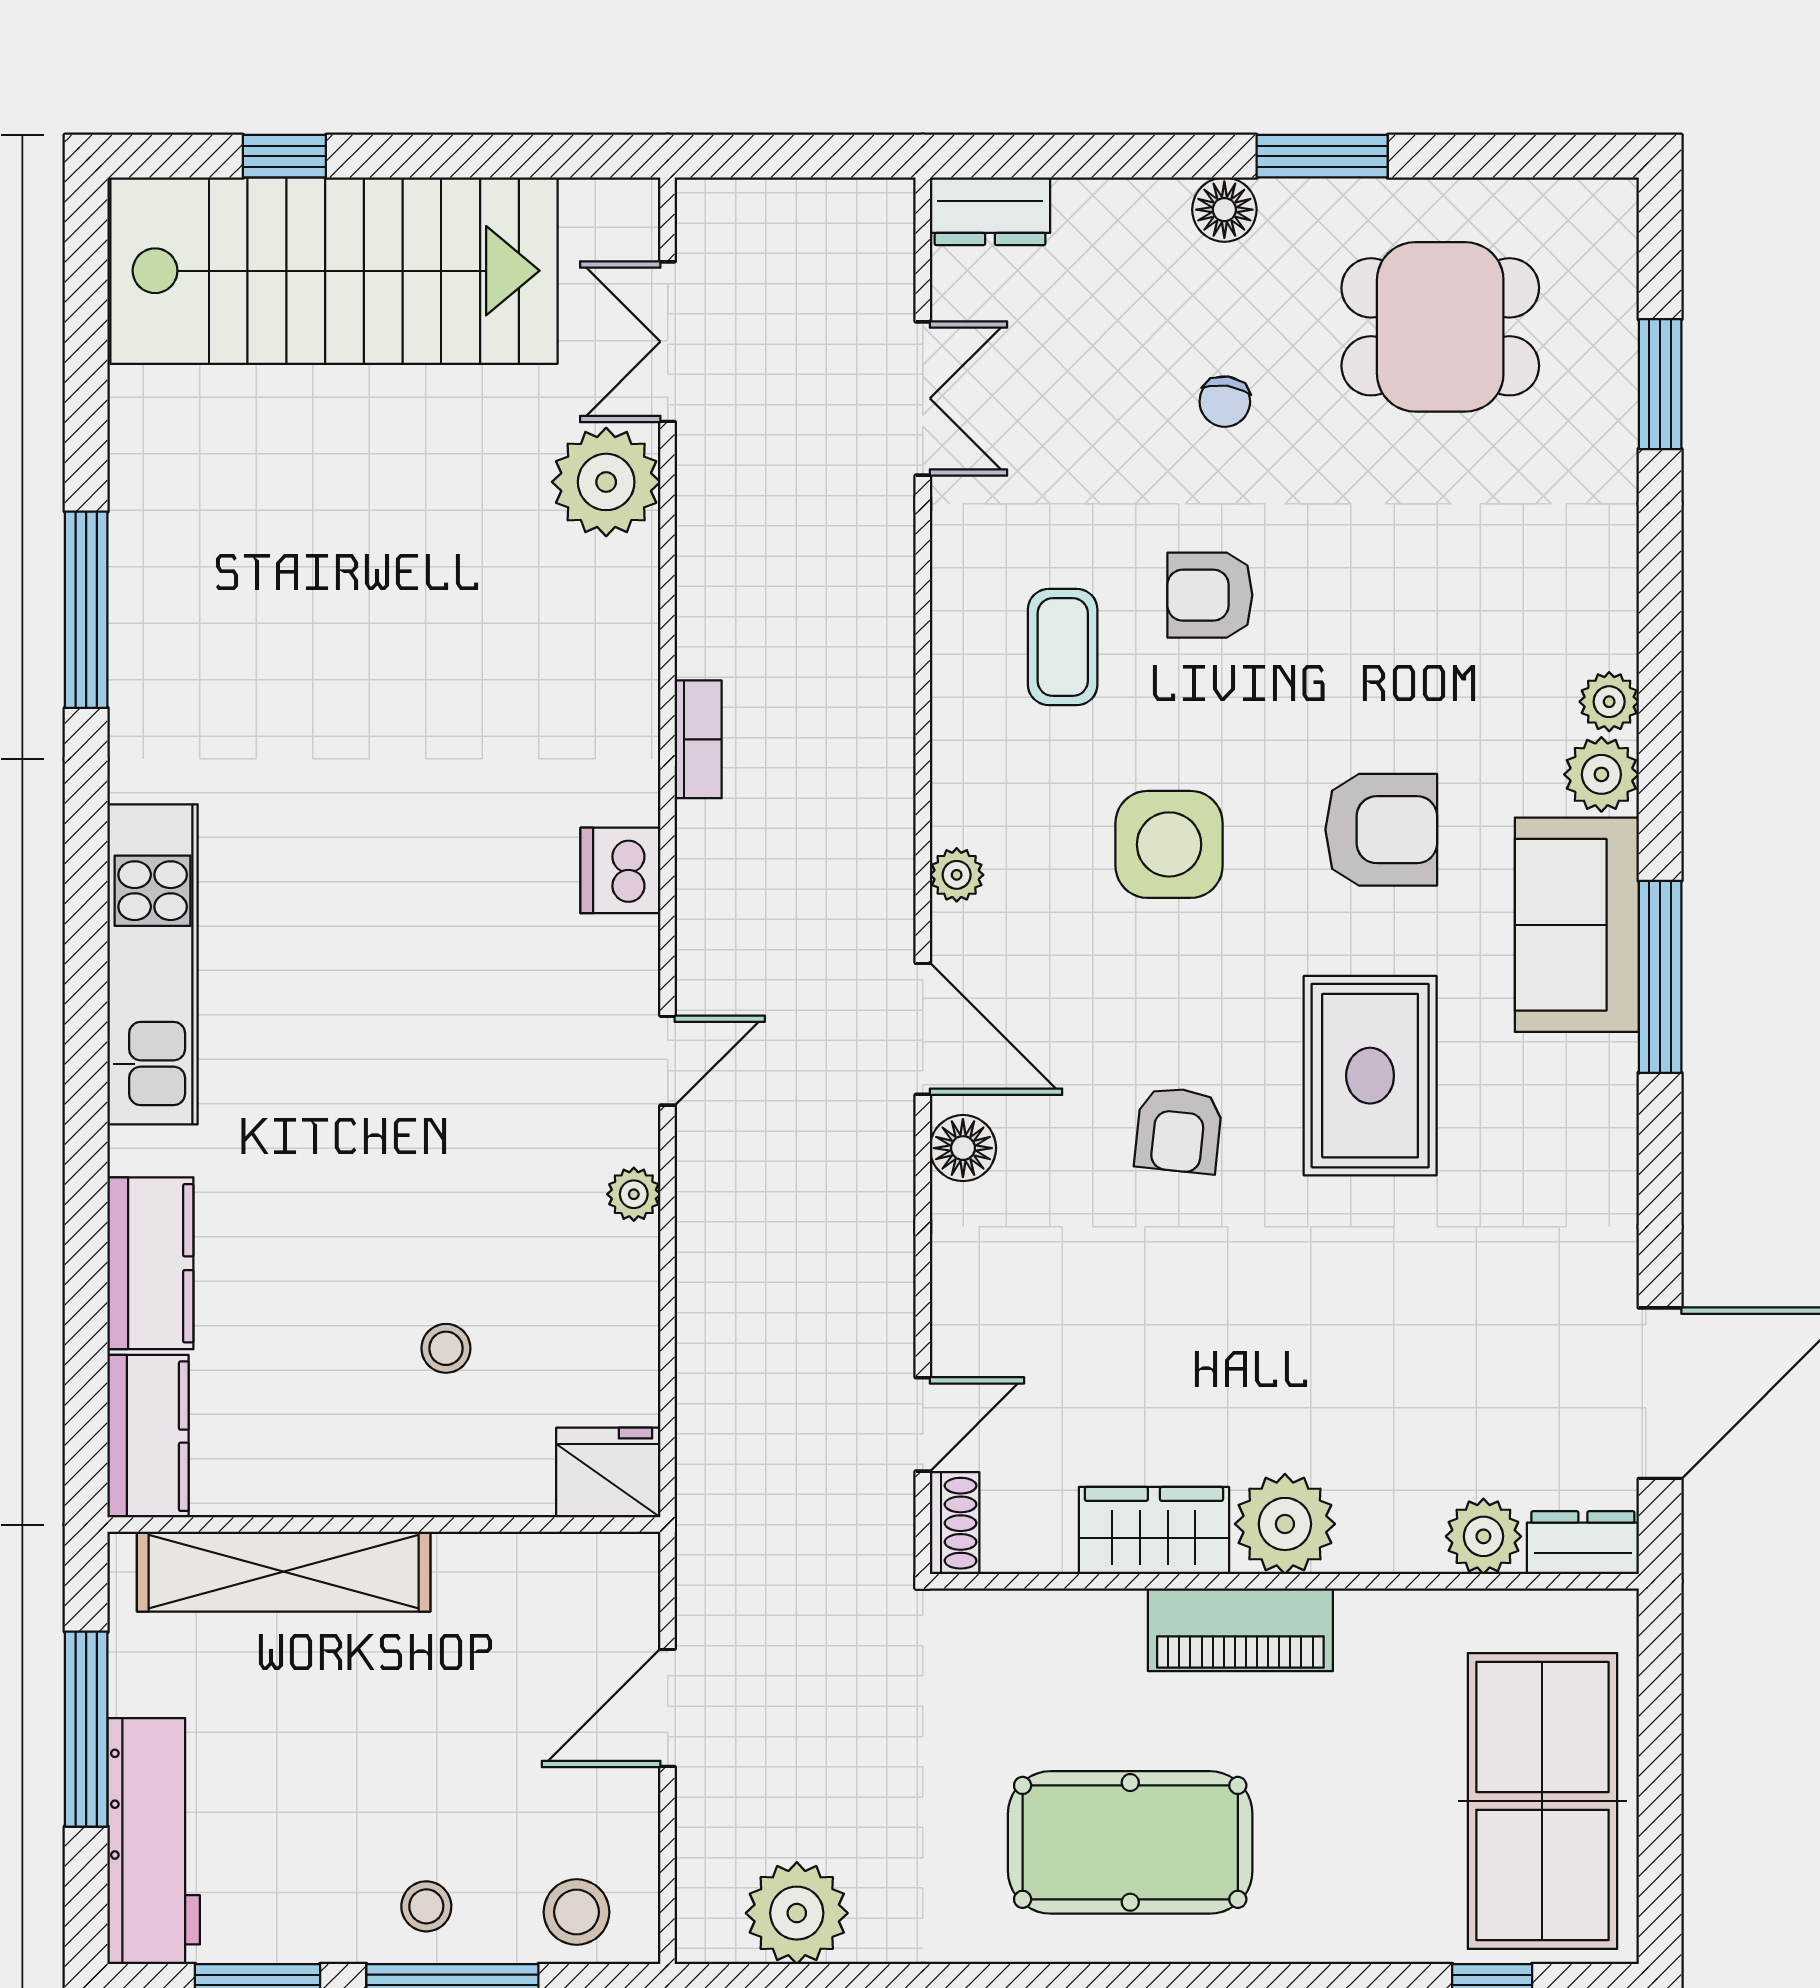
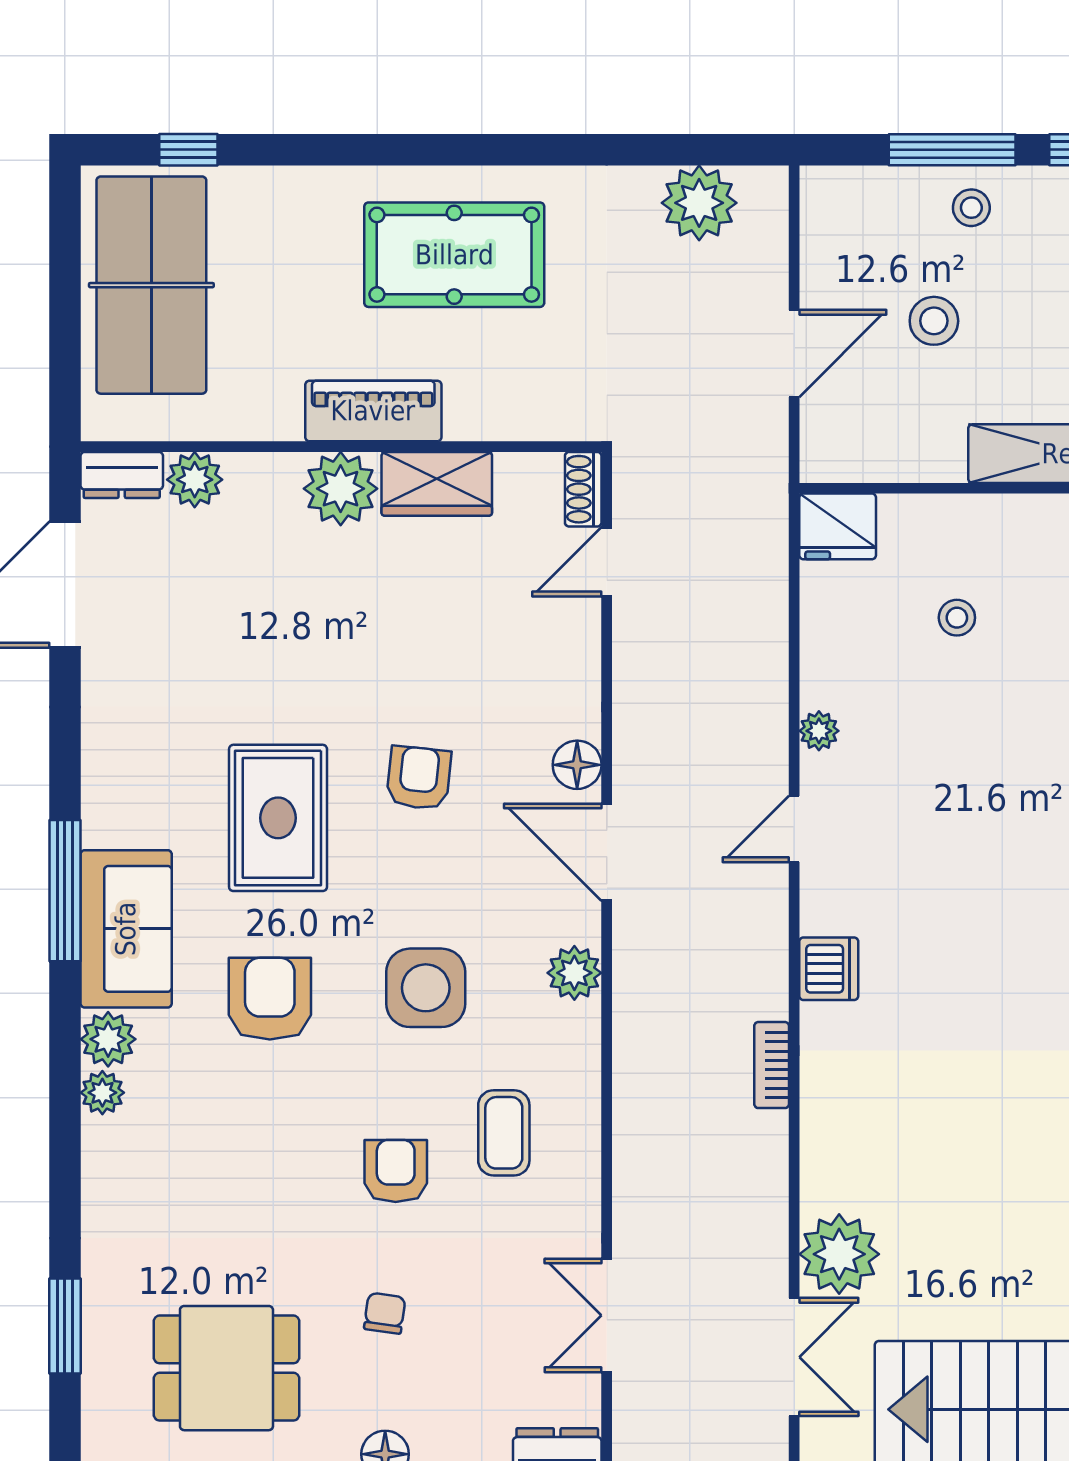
armchair: (1210, 595) -> (396, 1171), turned -90
armchair: (1381, 830) -> (270, 999), turned 90
plant: (957, 875) -> (574, 973), width x1.38, depth x1.38
stool: (577, 1912) -> (934, 321), moved

